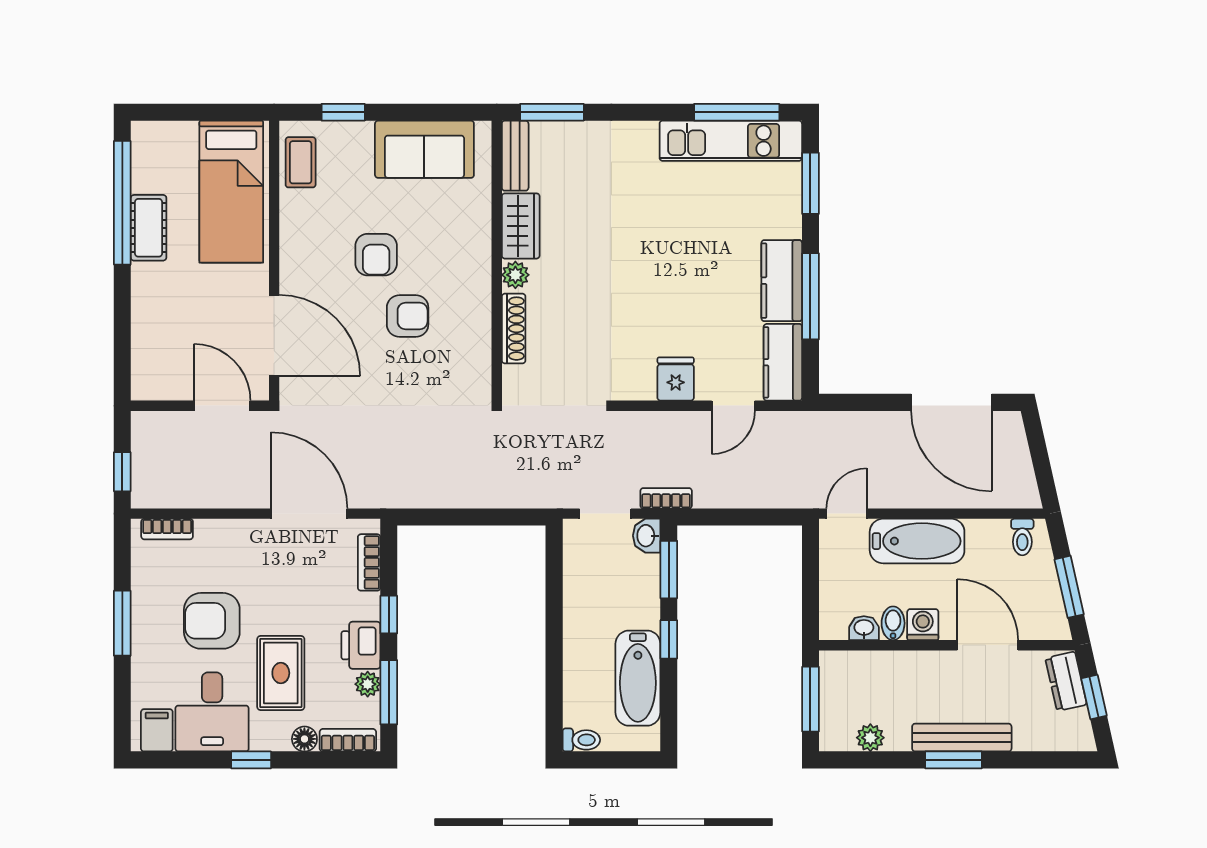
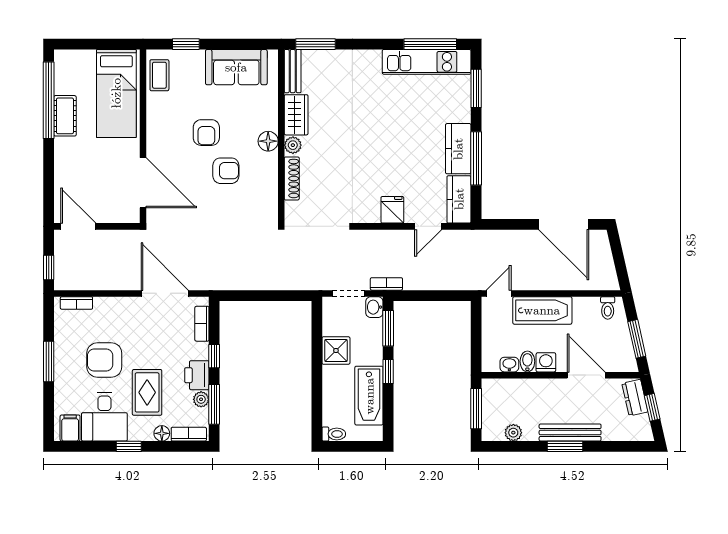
floor lamp: (476, 269) -> (268, 141), added
door: (222, 406) -> (78, 226), moved
shower: (585, 606) -> (336, 350), added

